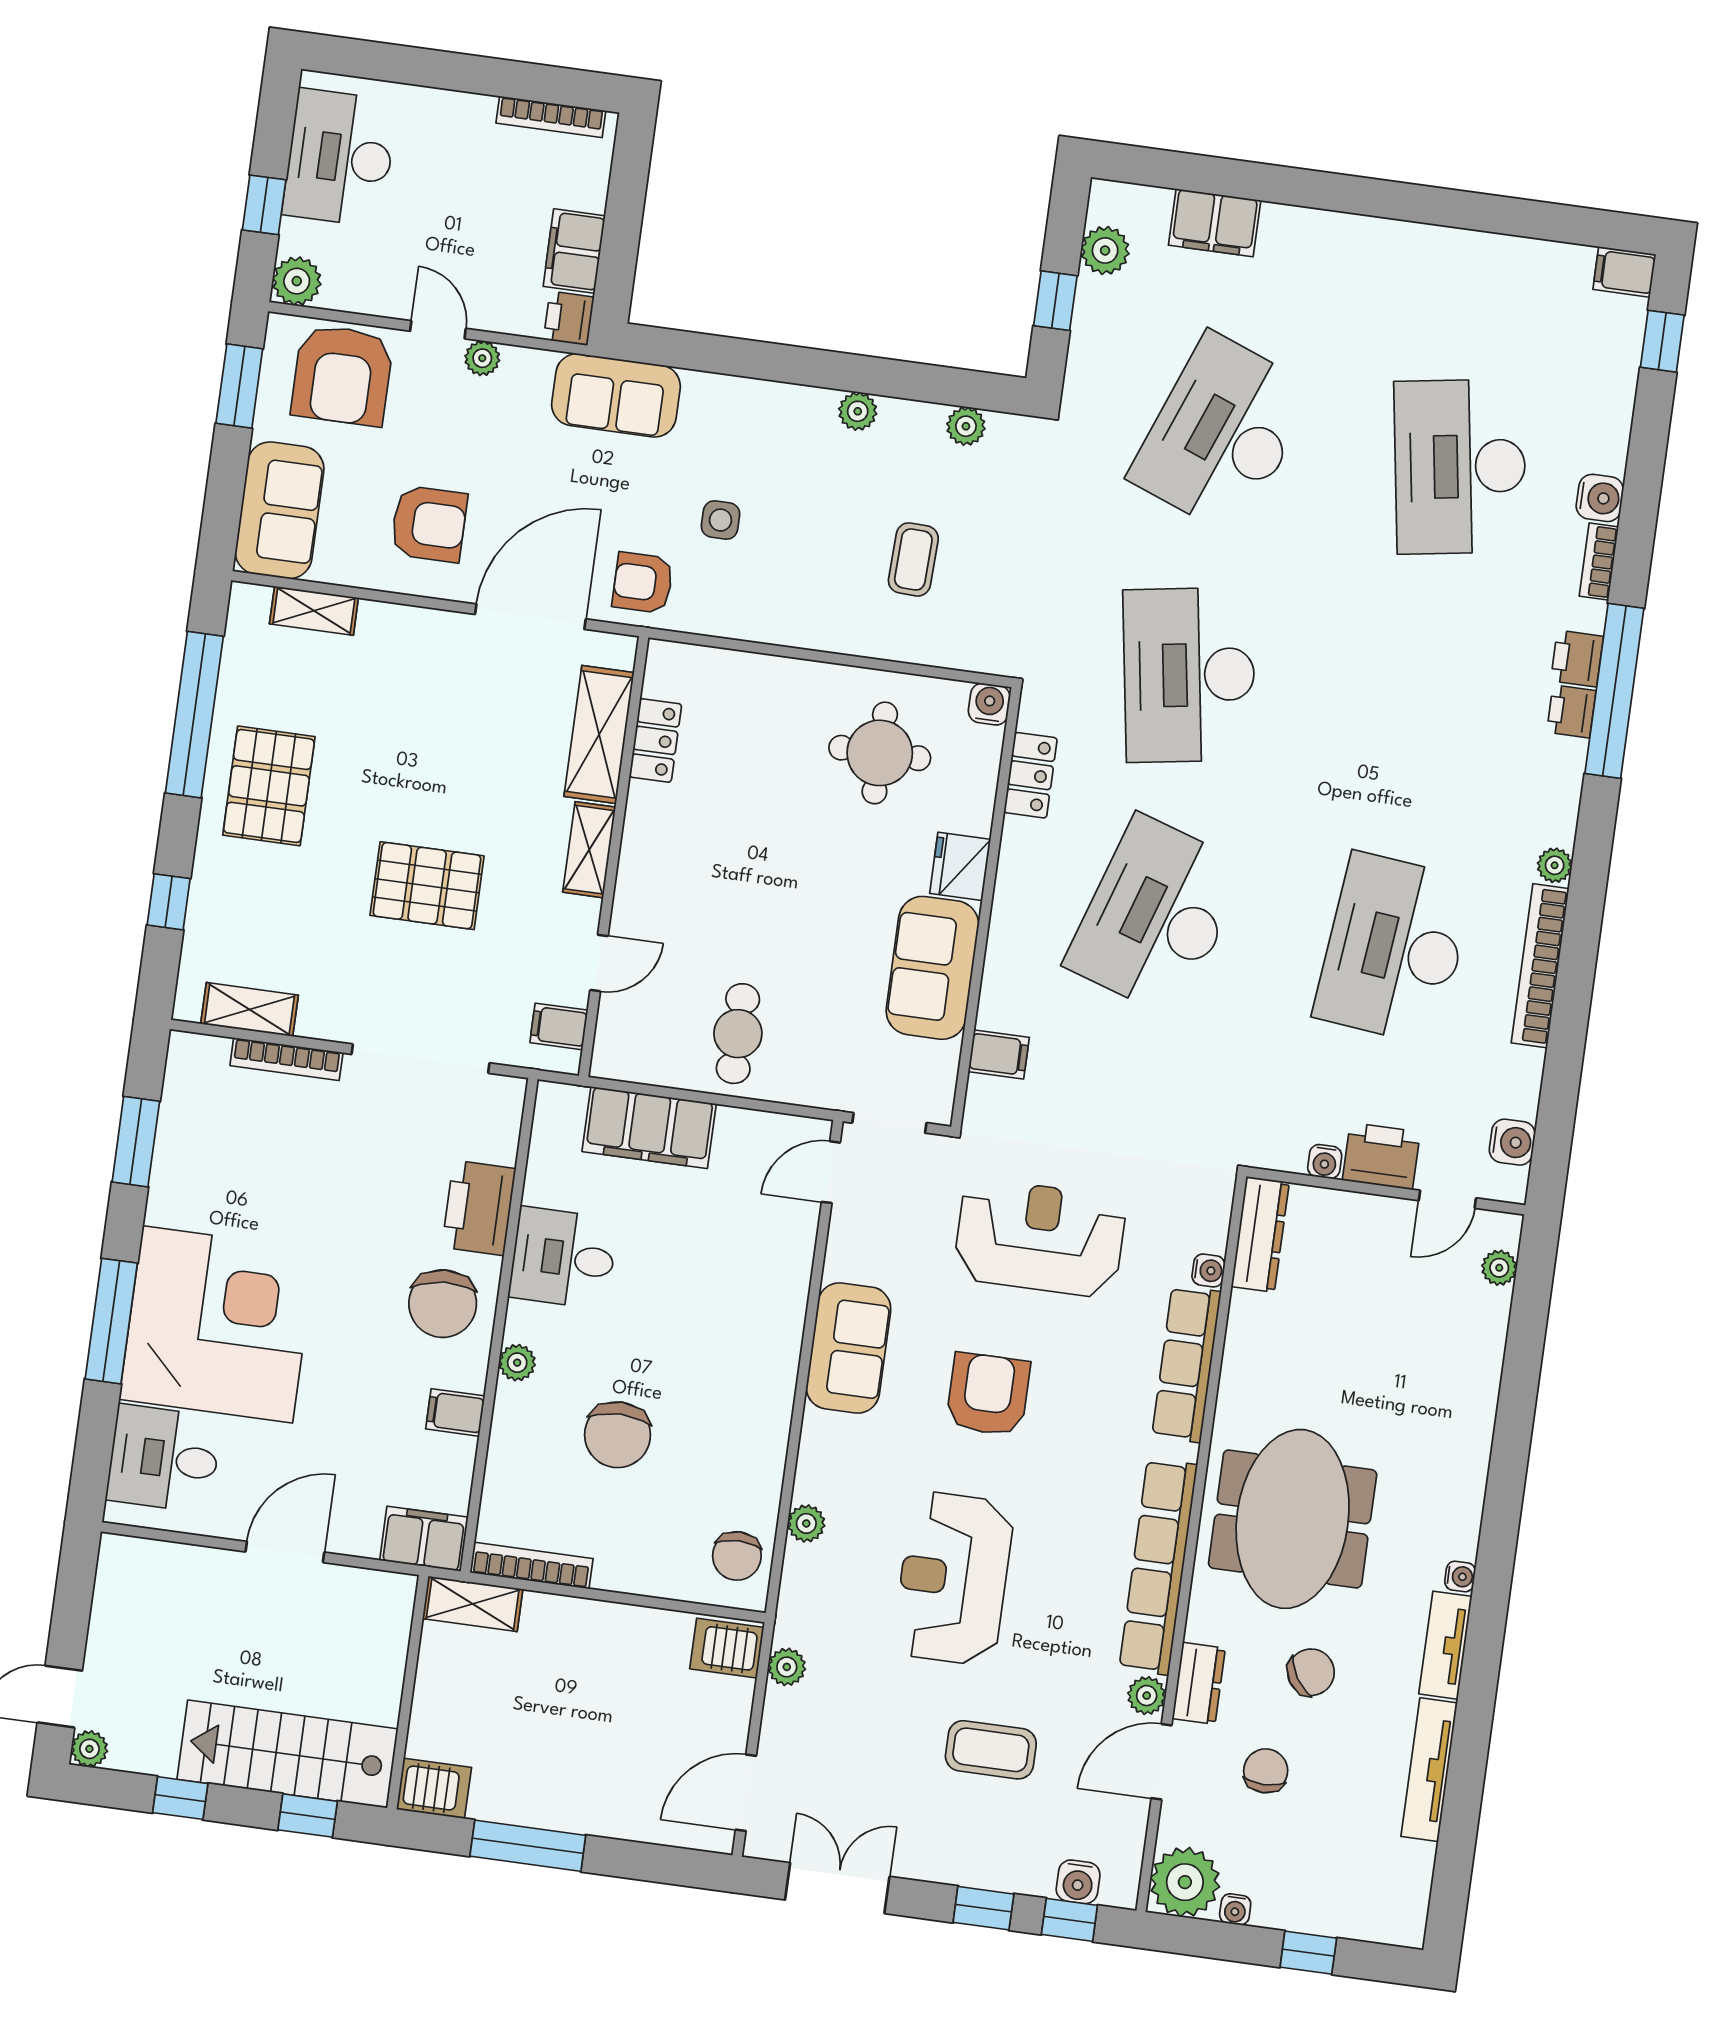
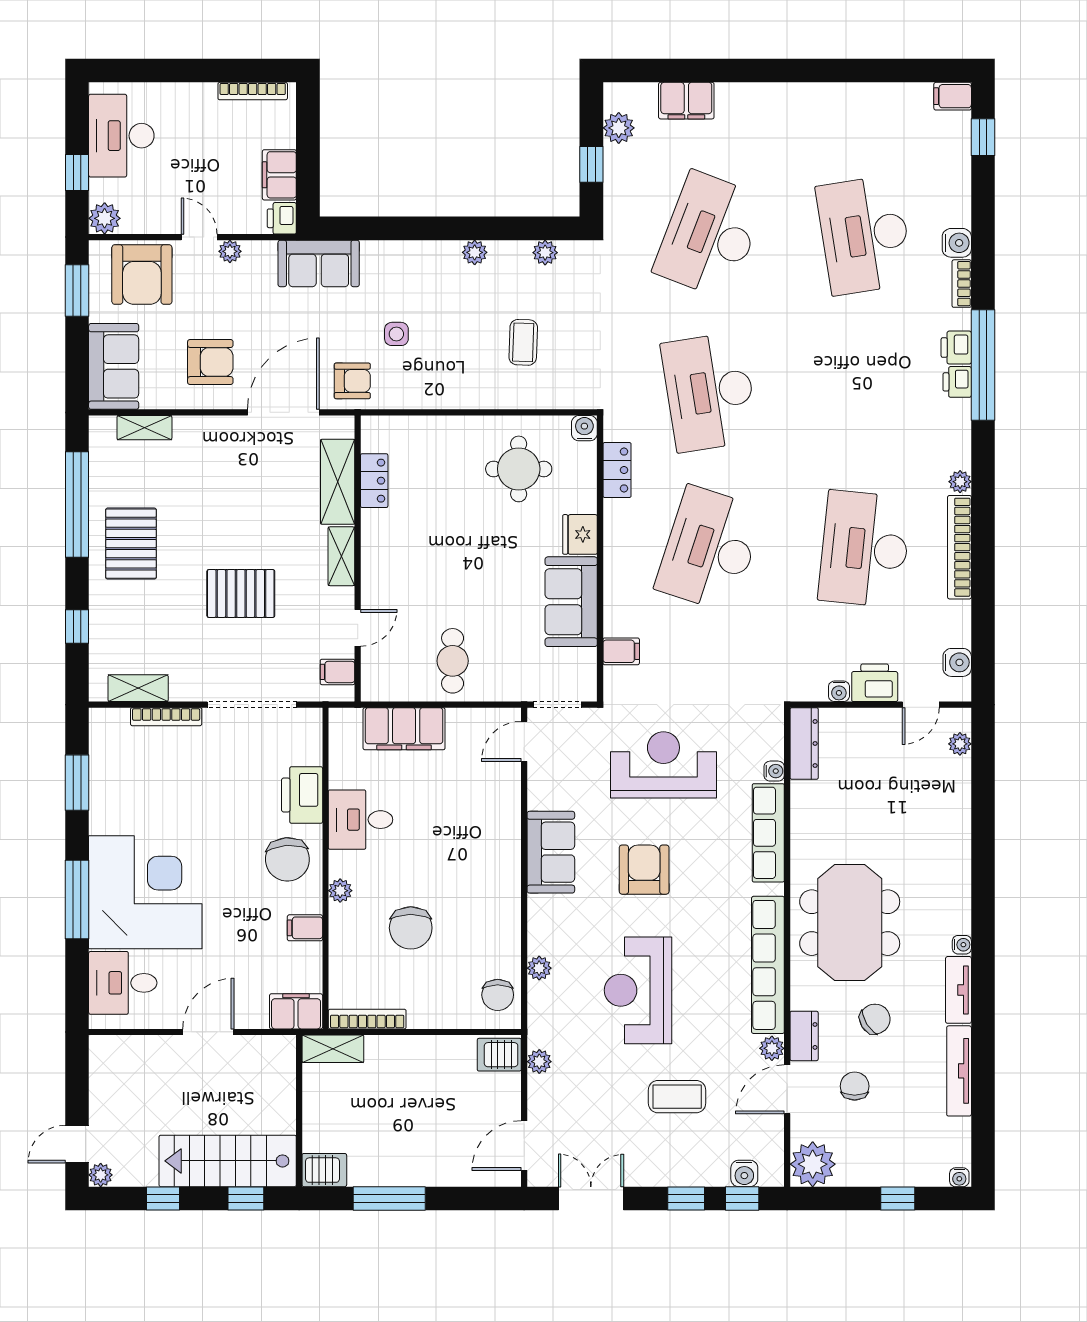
armchair: (643, 583) -> (352, 381), turned 180
water cooler: (1235, 1909) -> (959, 1177), moved

